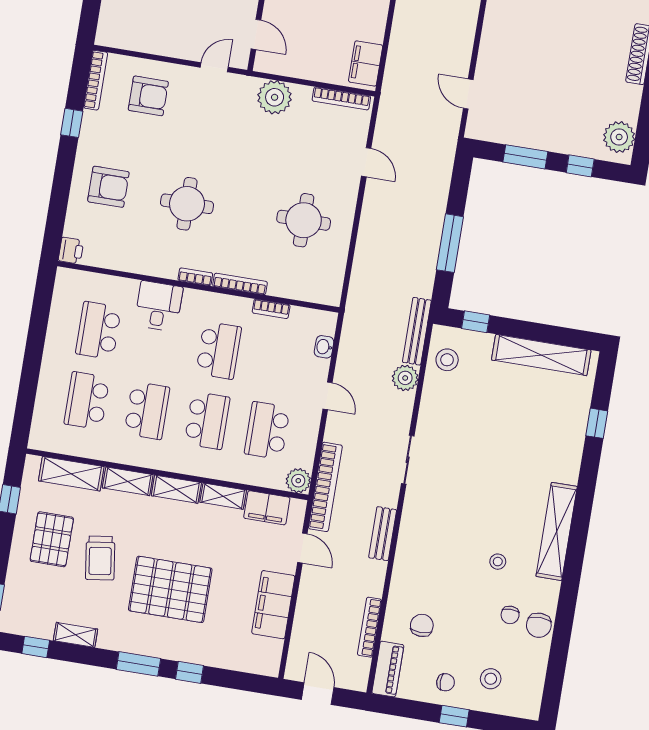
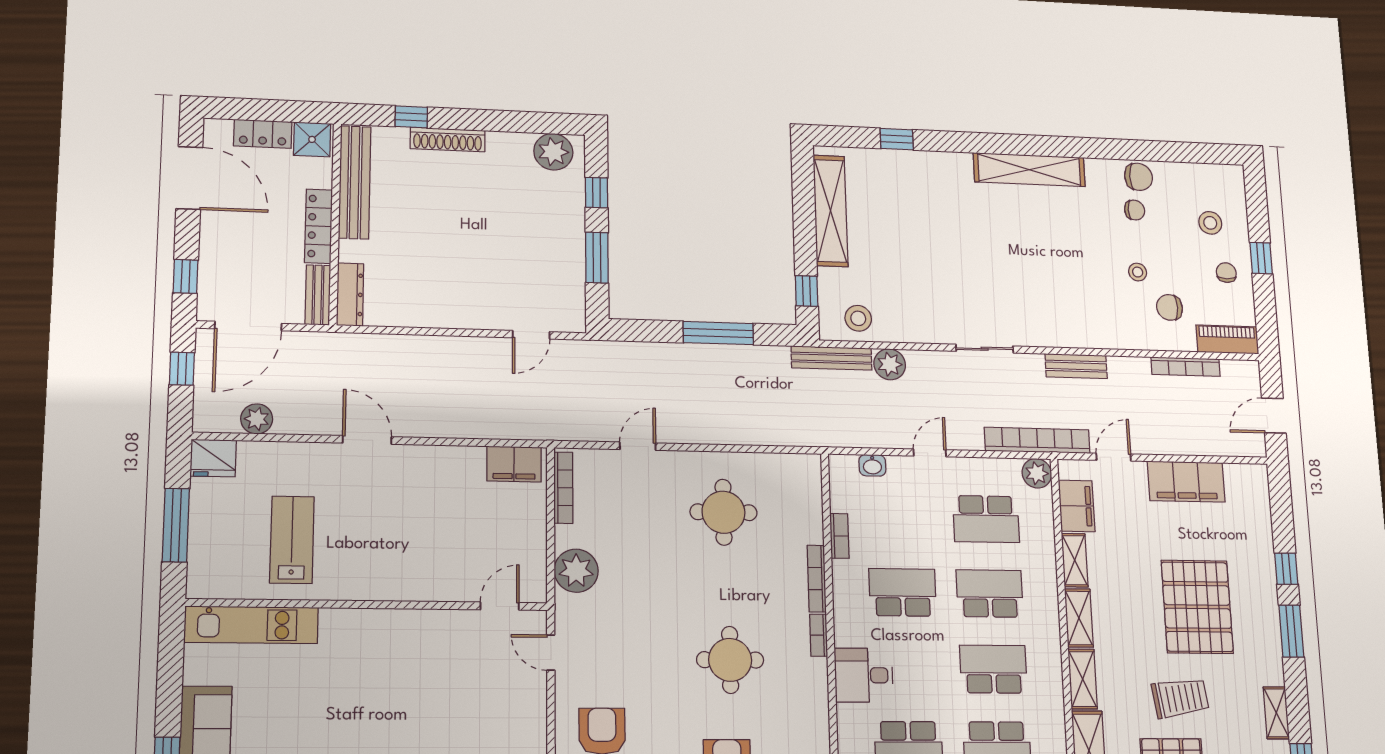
stool: (498, 562) -> (1138, 272), moved

